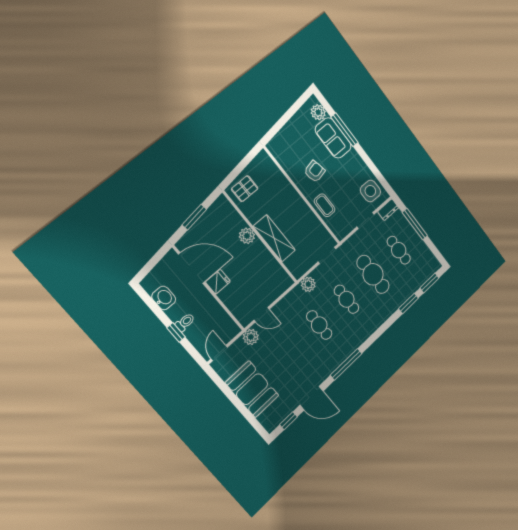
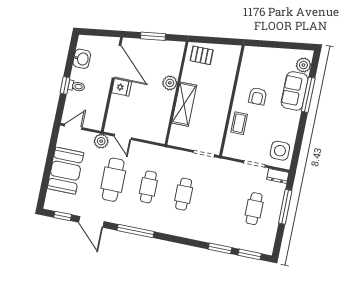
armchair: (315, 171) -> (258, 96), turned 102
cafe table: (373, 274) -> (113, 180), moved
plant: (308, 284) -> (171, 155), removed

